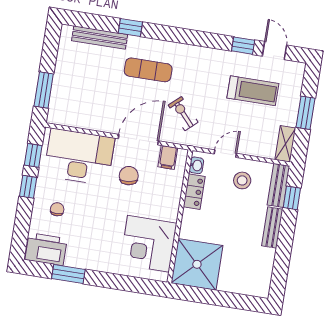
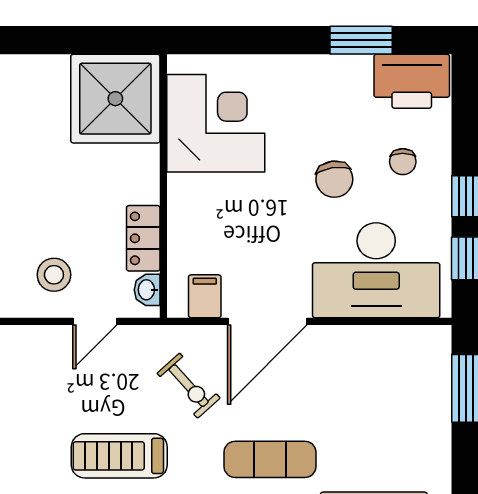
treadmill: (253, 91) -> (119, 456), moved
chair: (129, 176) -> (334, 179), moved

